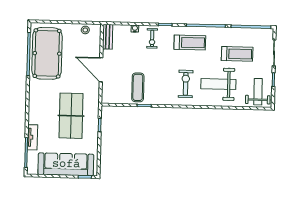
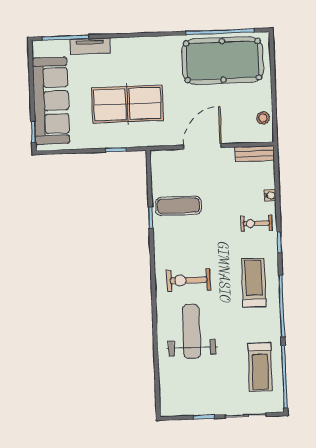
treadmill: (190, 43) -> (254, 283), turned 180
treadmill: (237, 54) -> (260, 367), moved
exercise bike: (186, 84) -> (189, 280), turned 180
weight bench: (258, 92) -> (184, 394), removed

